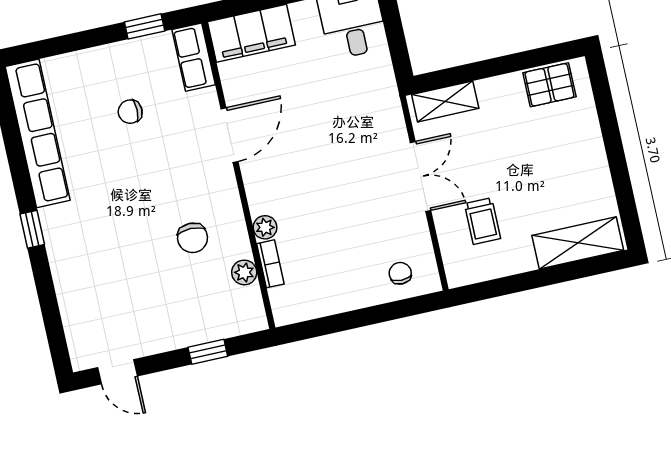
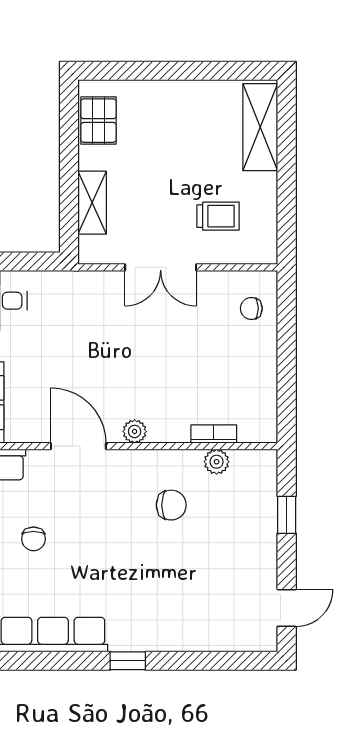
shelving: (445, 101) -> (92, 203), moved
double door: (420, 177) -> (161, 267), swing flipped
plant: (265, 227) -> (135, 431), moved

